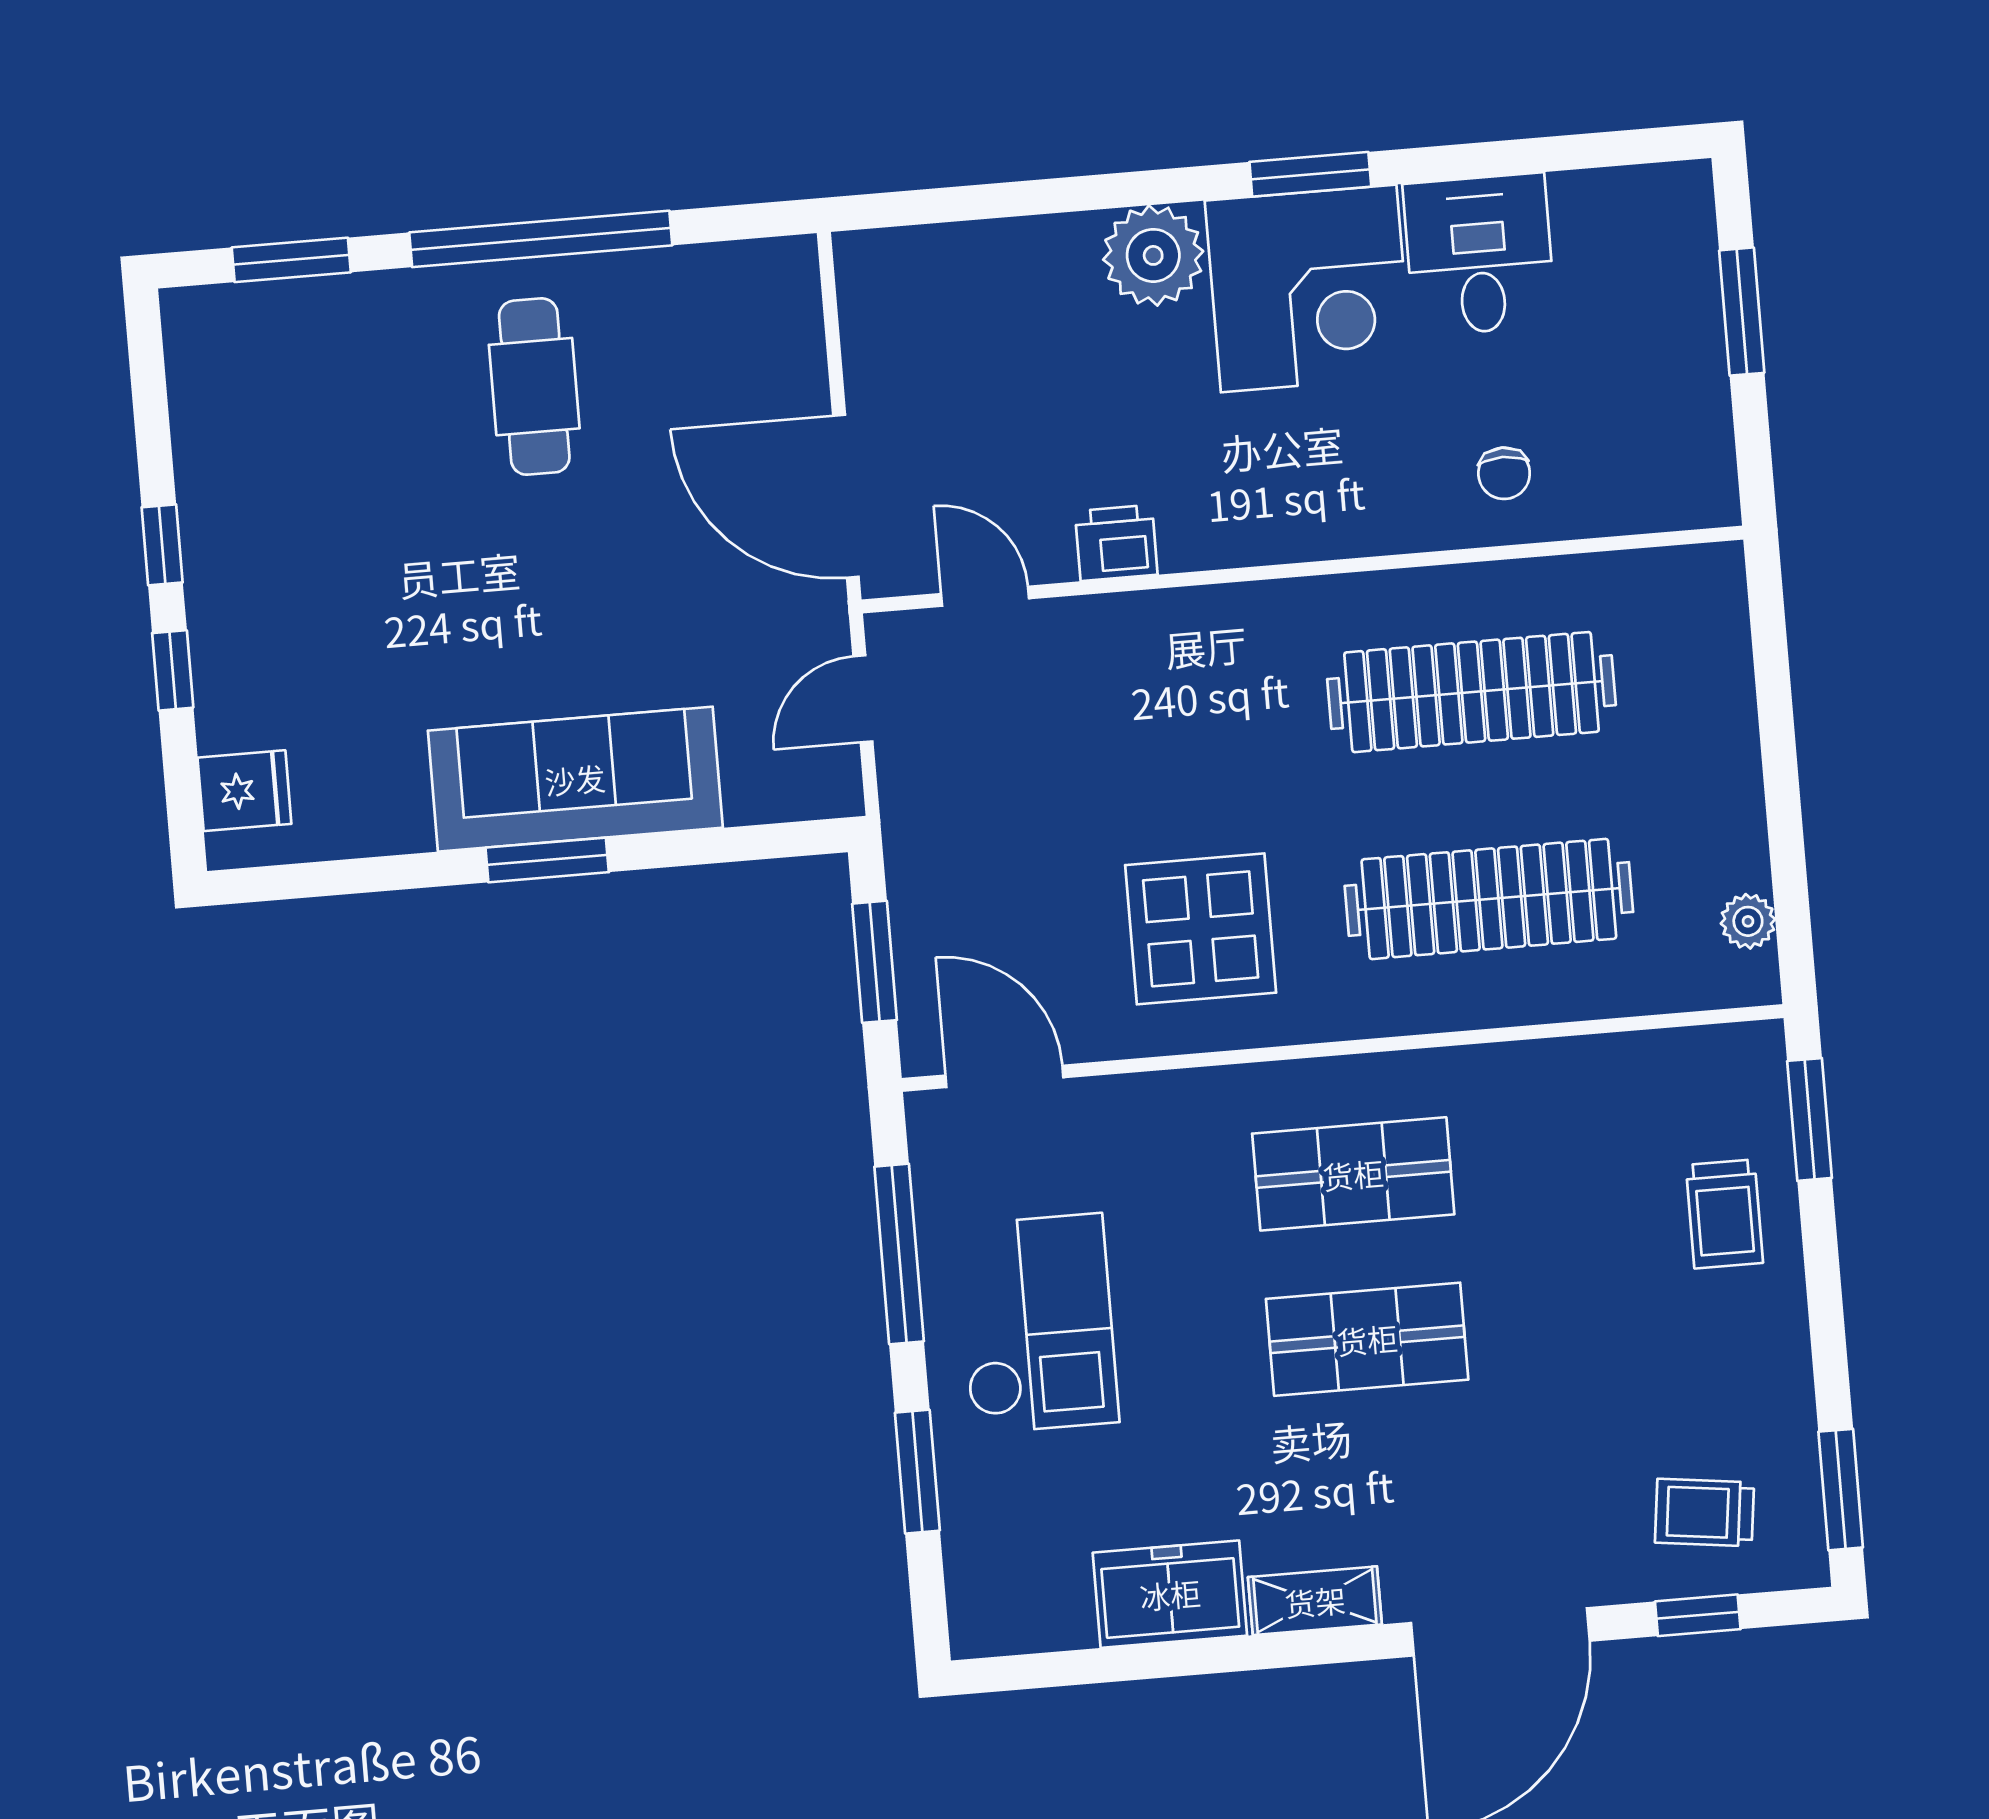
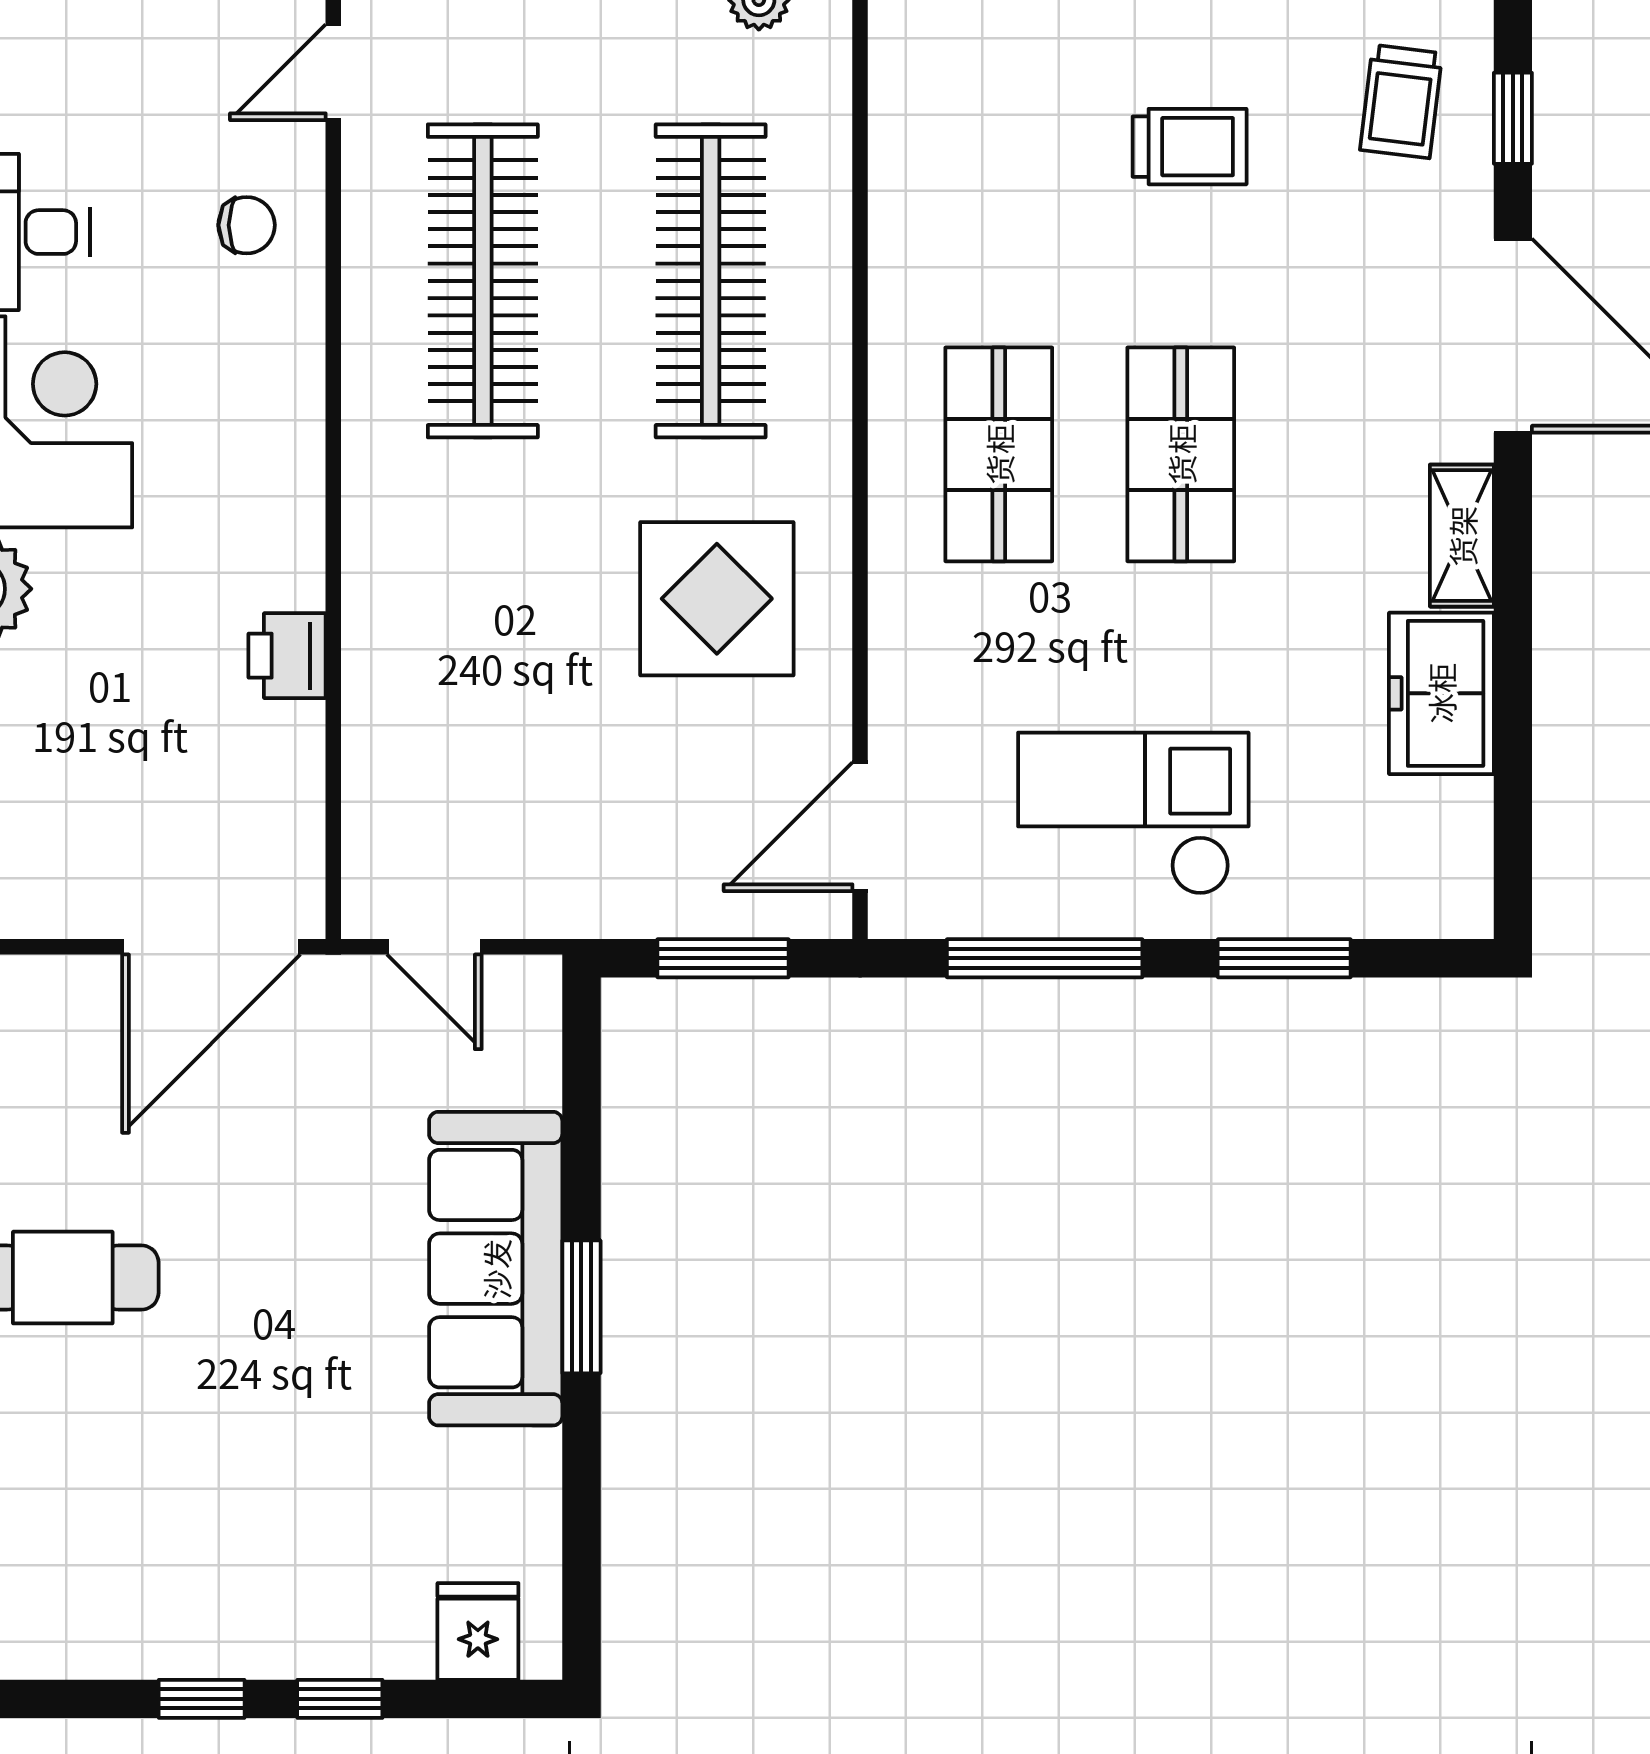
door: (985, 596) -> (333, 72), moved
trolley: (1724, 1214) -> (1190, 147), moved

